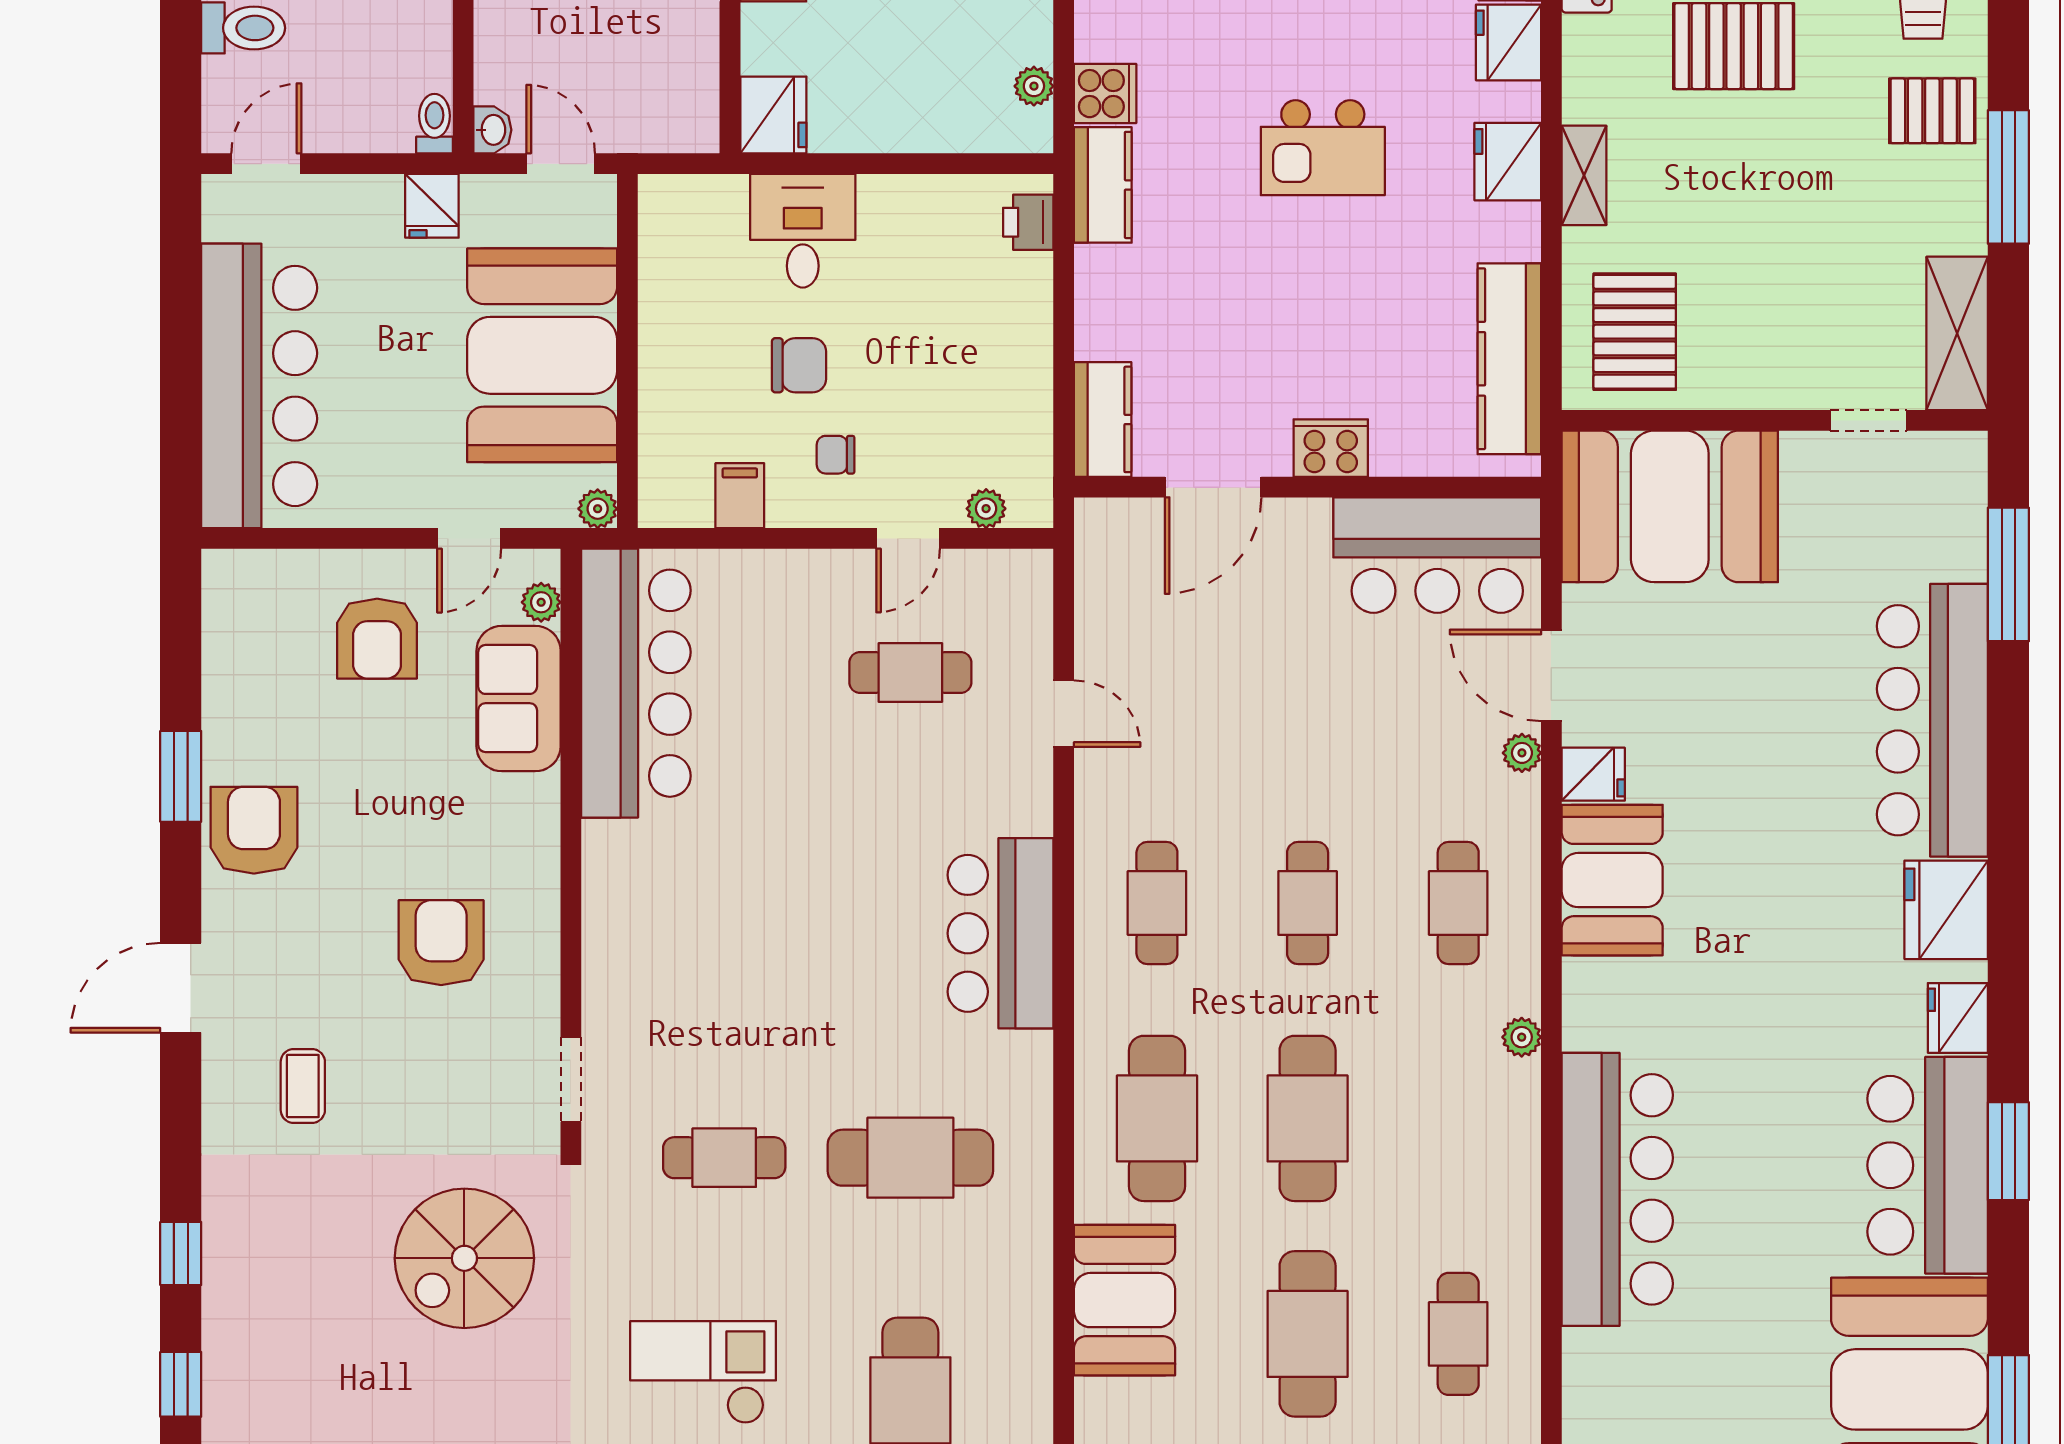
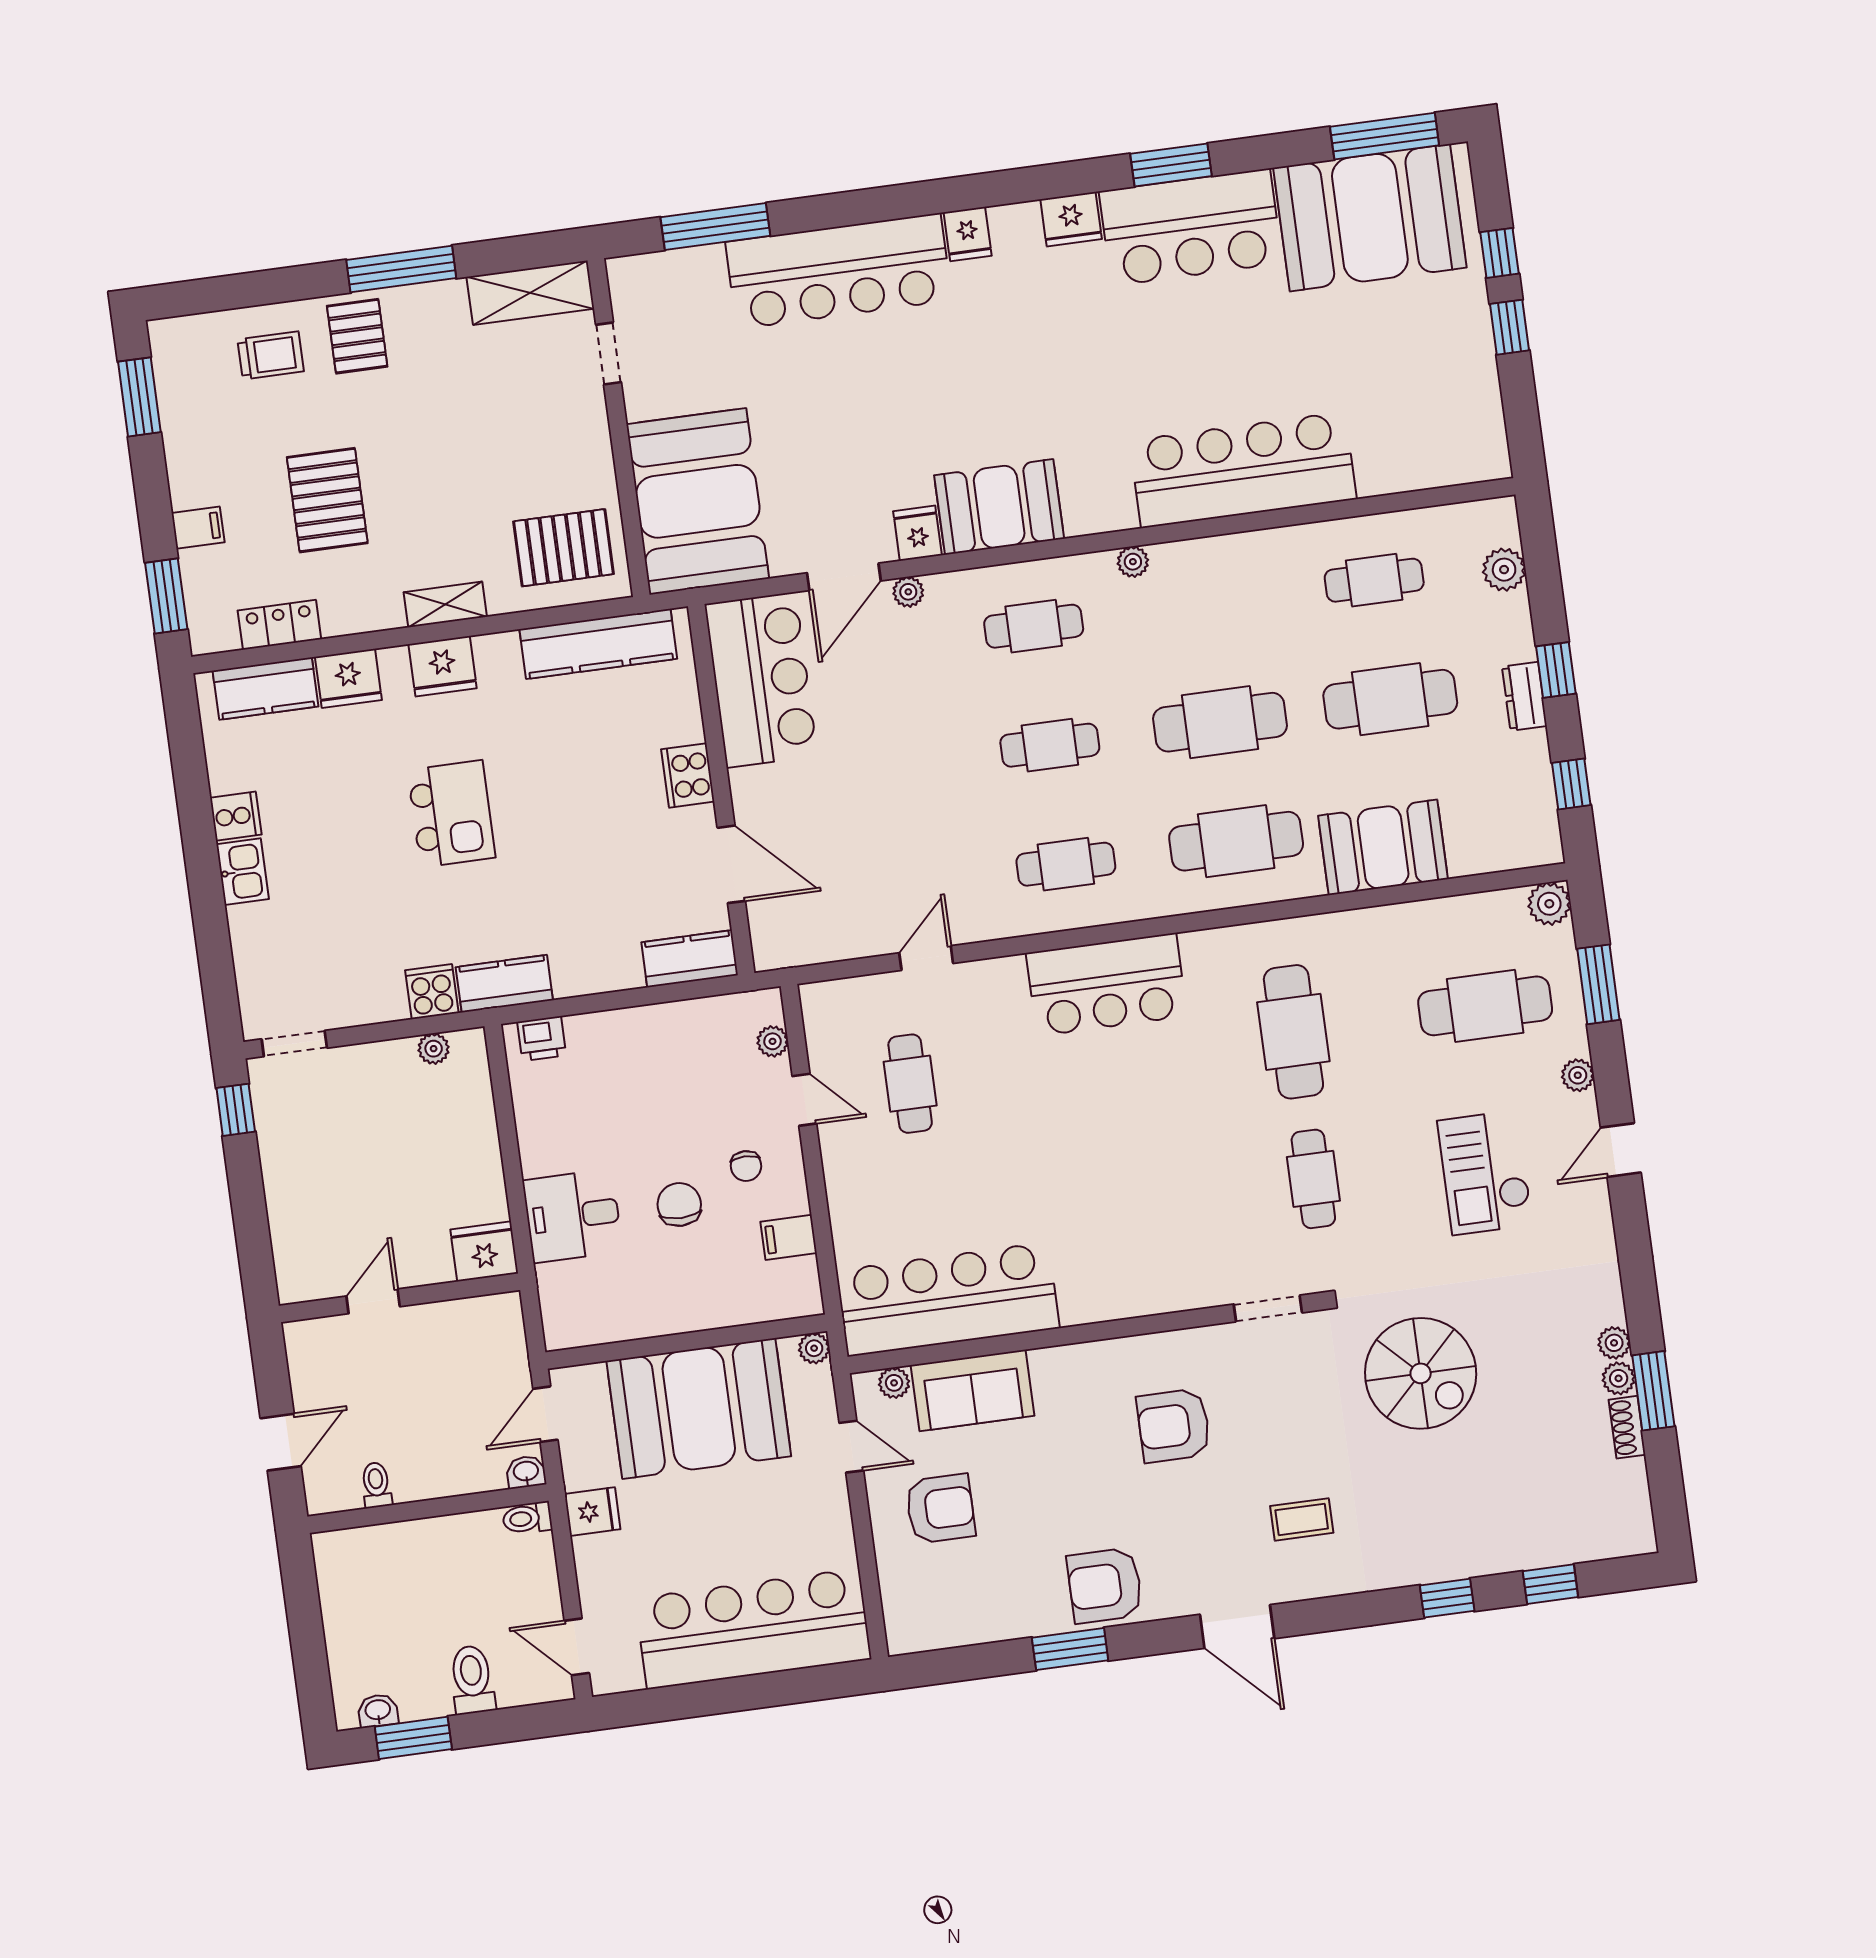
fridge: (1946, 910) -> (968, 234), width x0.53, depth x0.75

